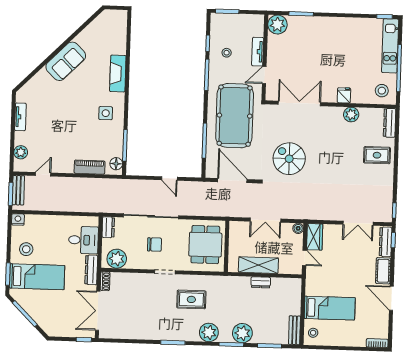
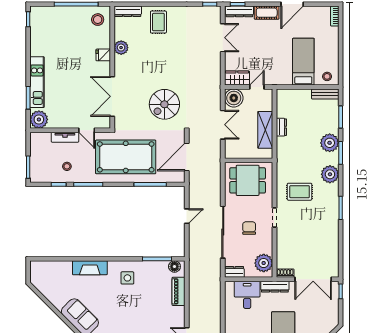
kitchen unit: (390, 46) -> (37, 82), moved, turned -90
boiler: (298, 228) -> (234, 98), width x1.86, depth x1.86
rug: (191, 299) -> (300, 192), turned 90

